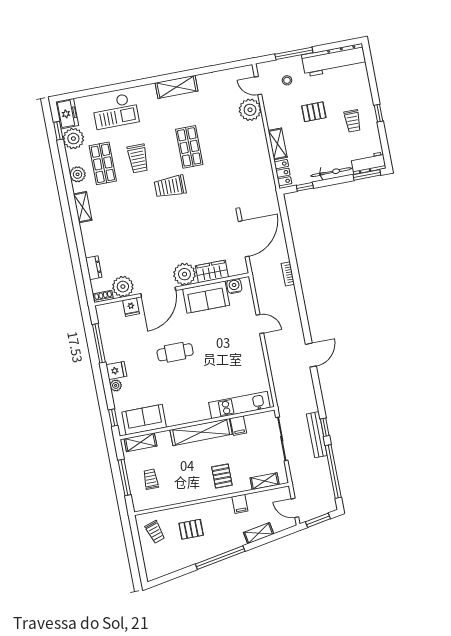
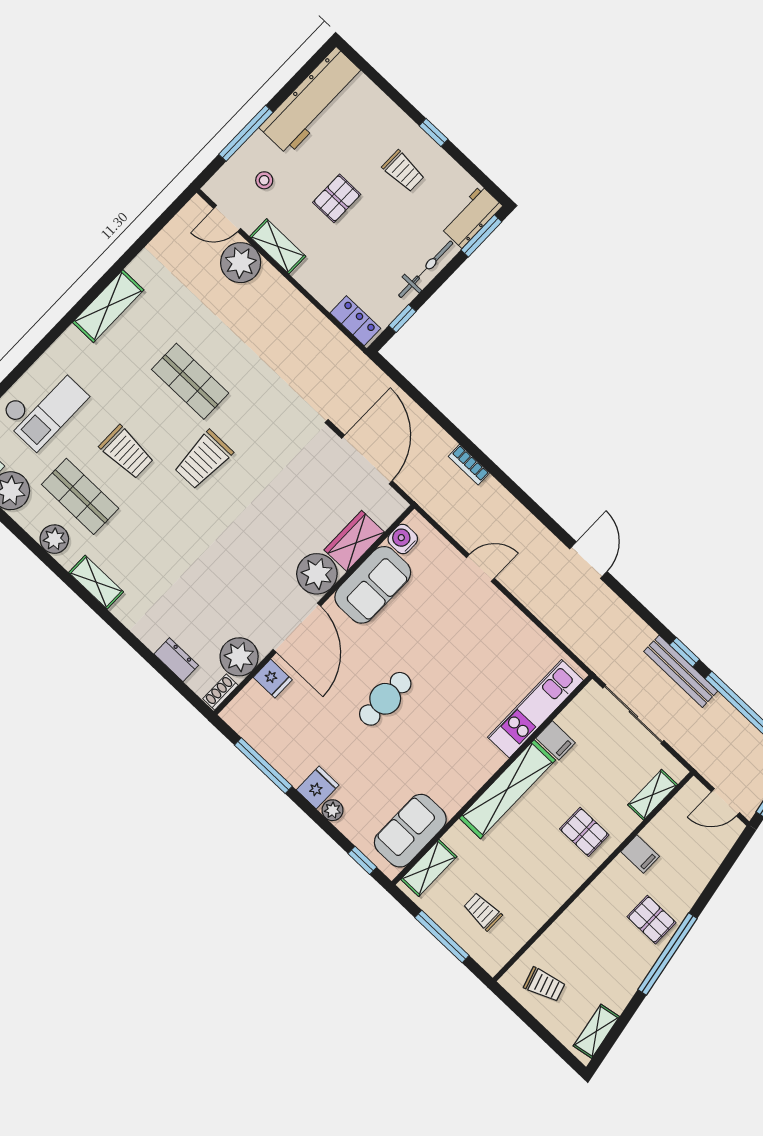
shelving: (278, 144) -> (278, 246), moved
pallet: (191, 529) -> (651, 920), moved, turned 90
shelving: (259, 533) -> (596, 1031), moved

